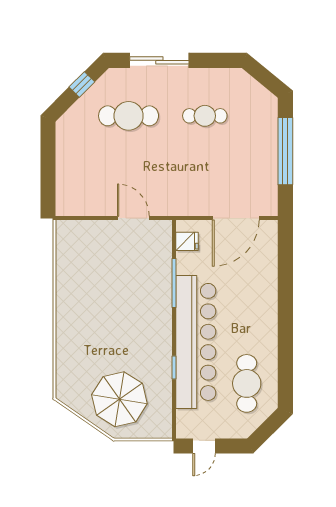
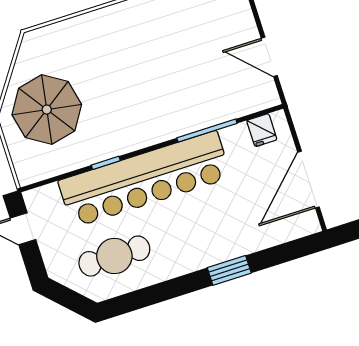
door: (133, 218) -> (269, 57), swing flipped
door: (236, 218) -> (308, 180), hinge flipped
window: (285, 300) -> (229, 270), added

